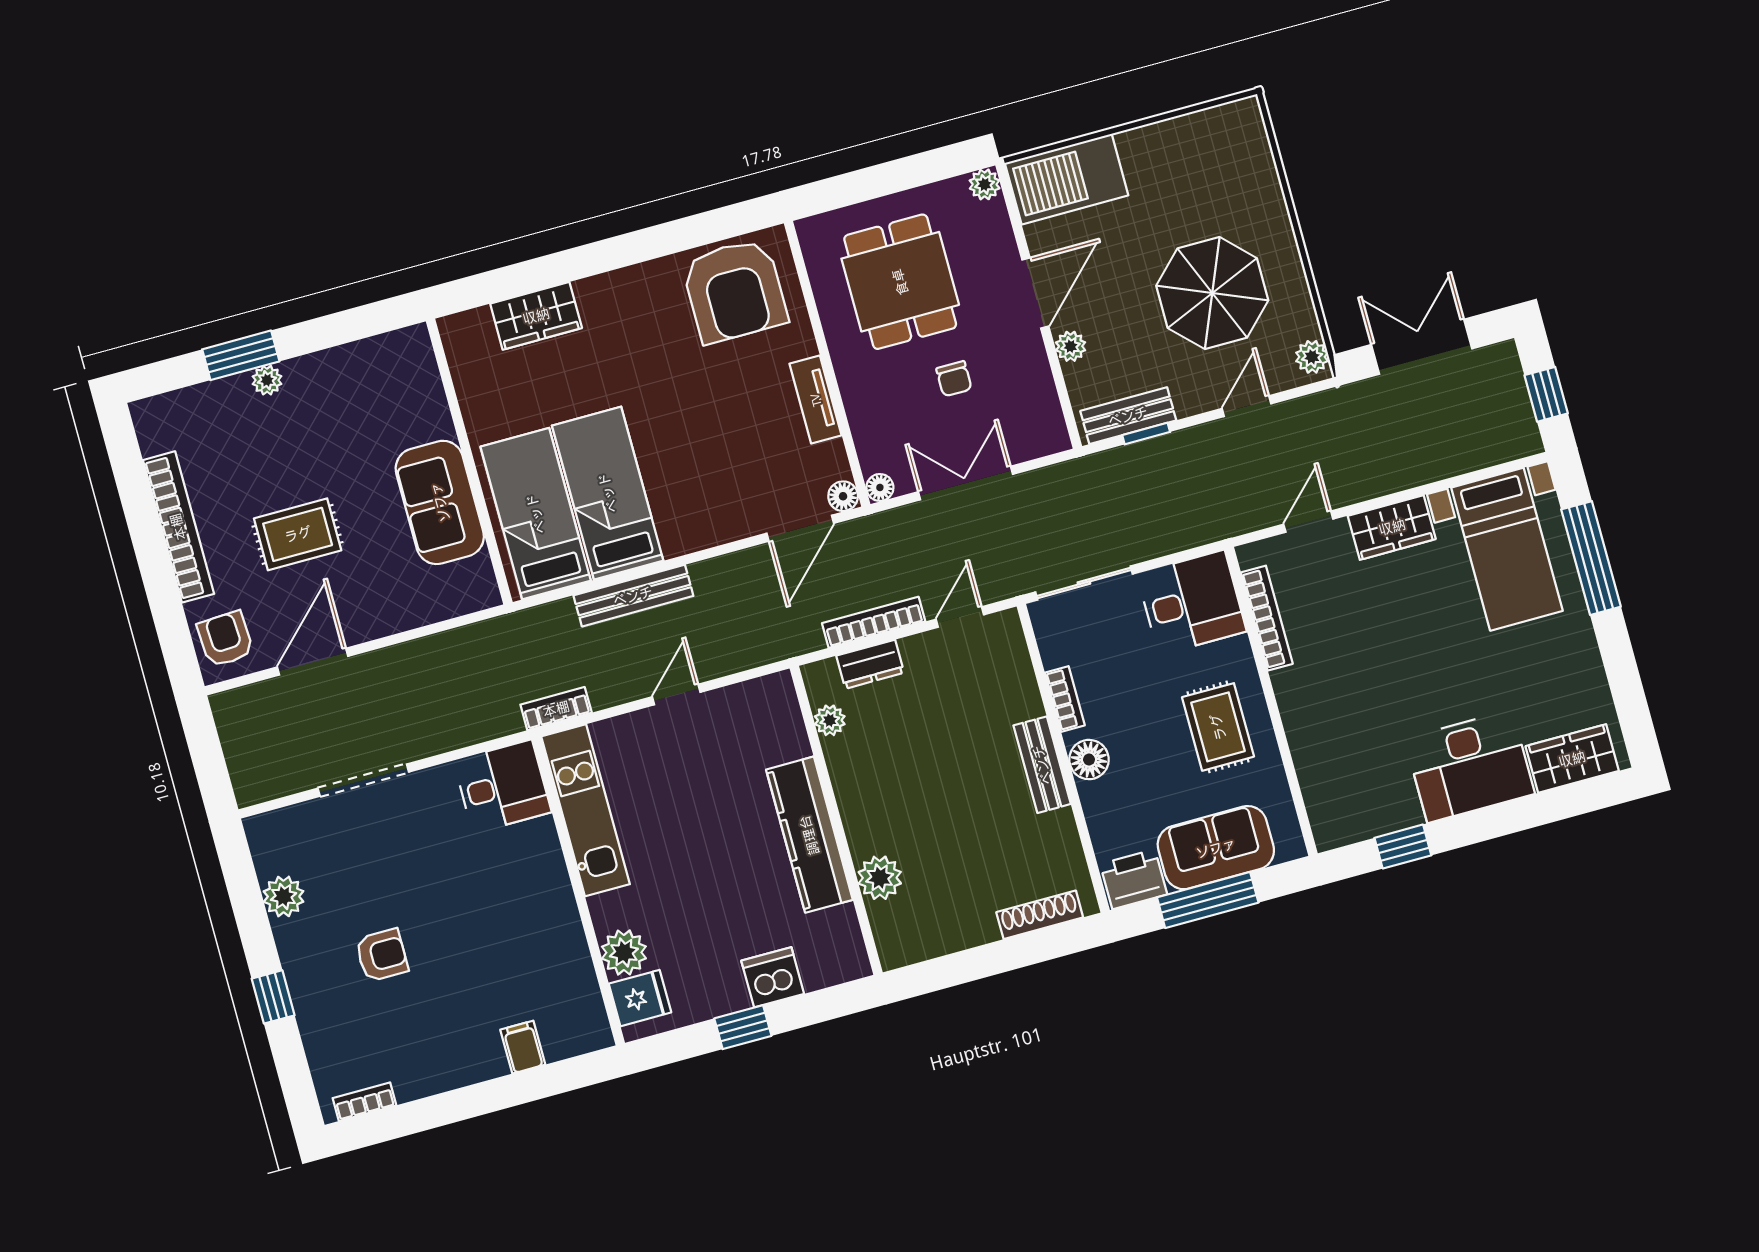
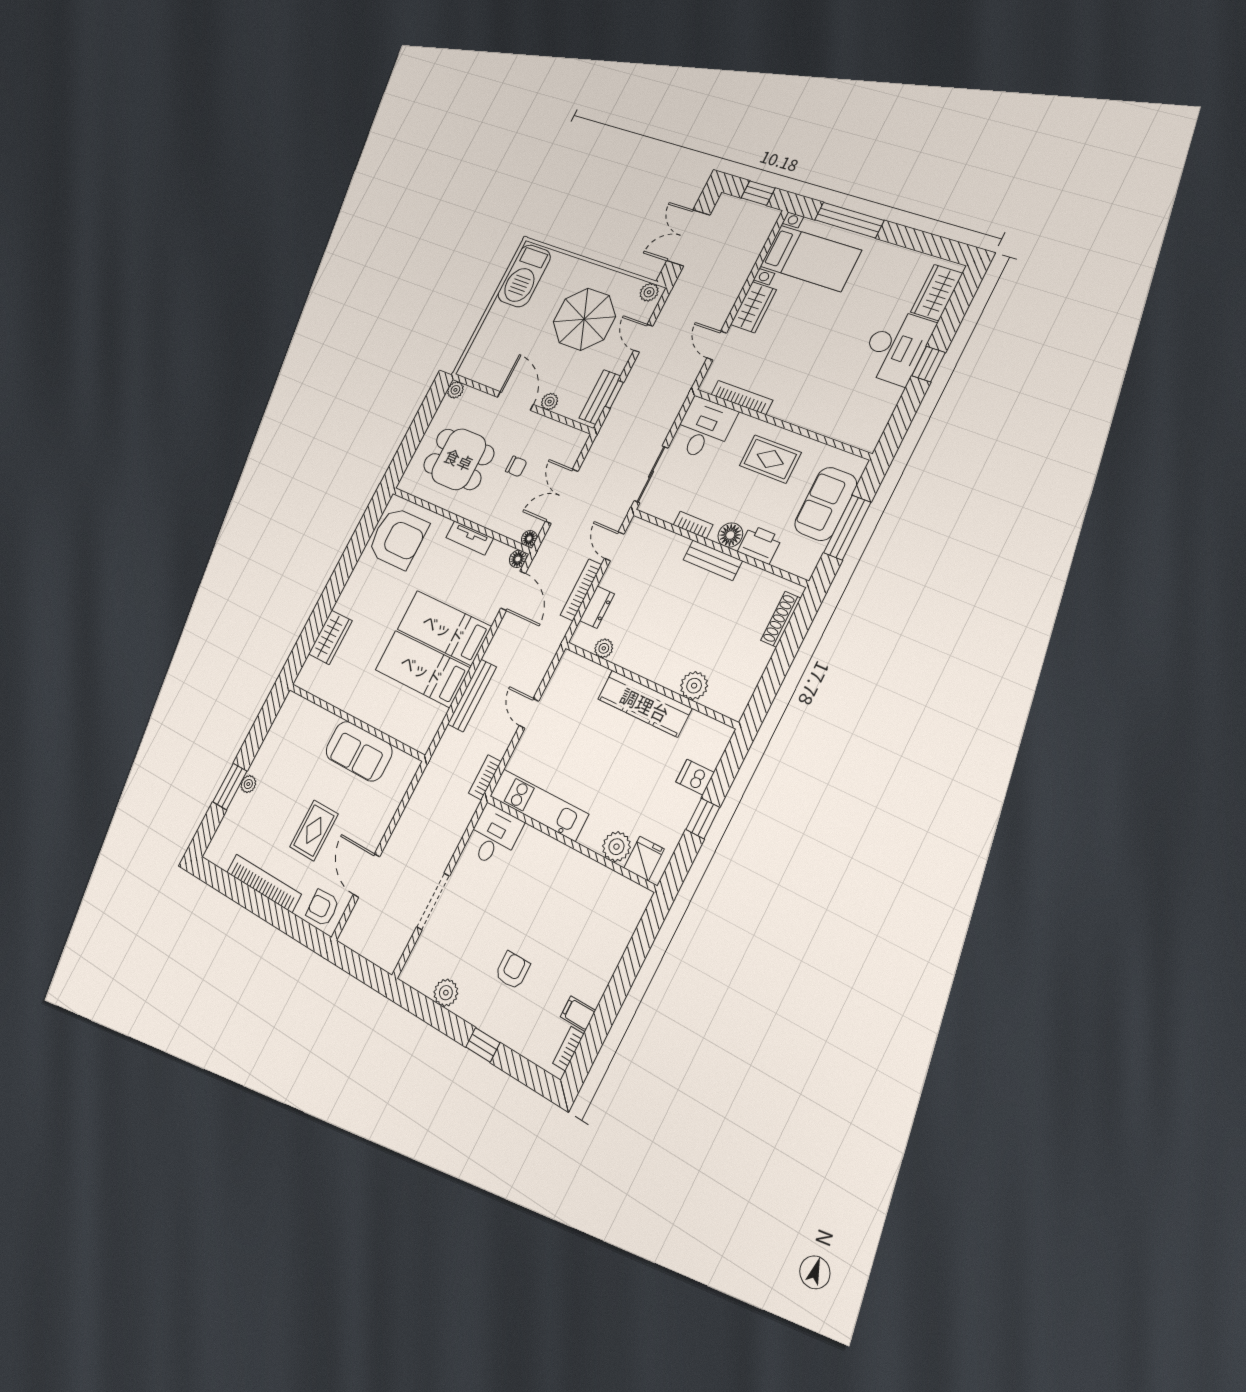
barbecue: (1067, 179) -> (524, 276), moved
bed: (536, 514) -> (444, 628), moved
window: (1403, 847) -> (929, 364), moved
printer: (1134, 879) -> (760, 544), moved, turned 90
dishwasher: (773, 977) -> (695, 777), width x0.73
filing cabinet: (523, 1047) -> (578, 1014), moved

